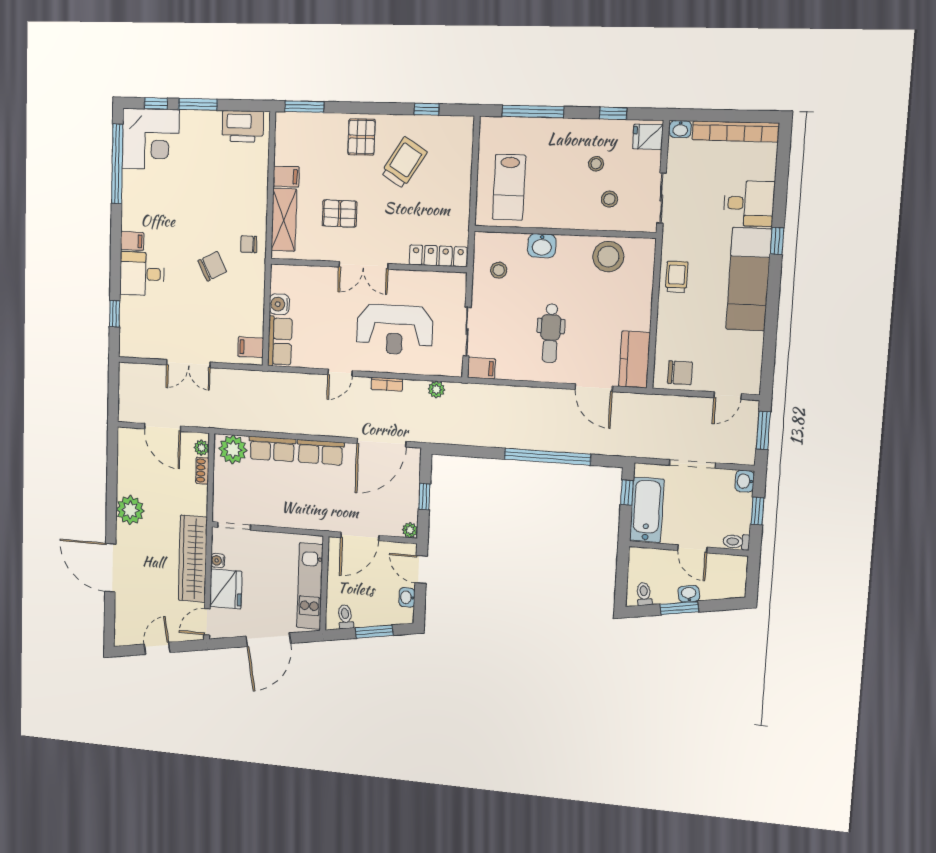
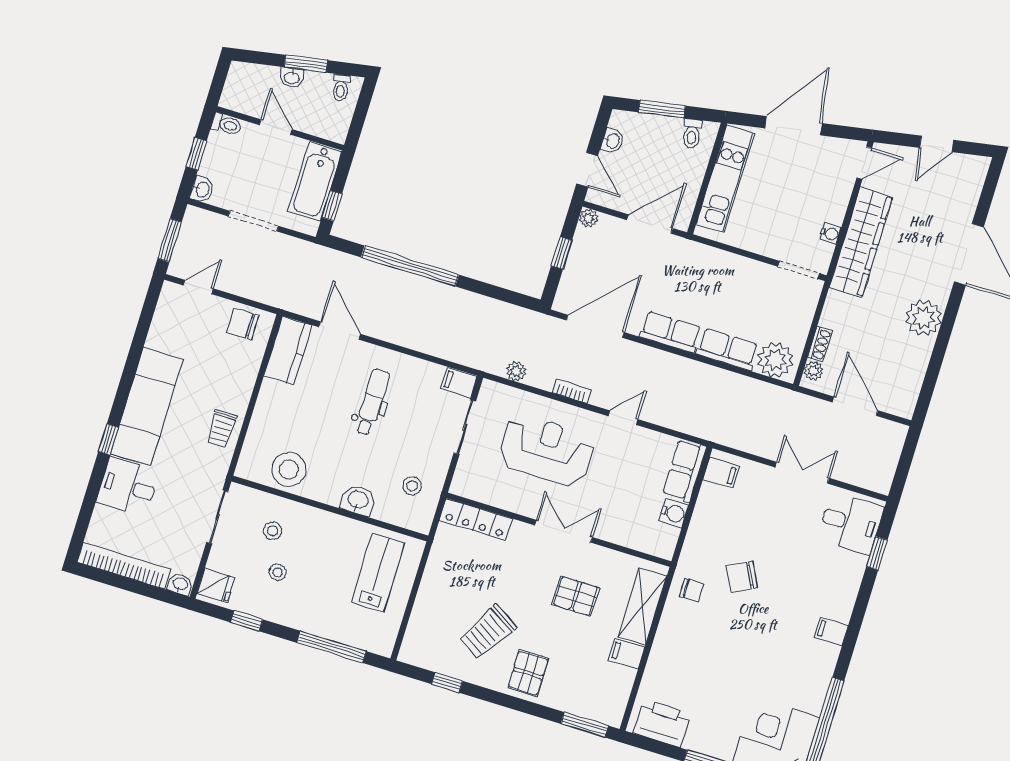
desk: (142, 274) -> (851, 523), moved
fridge: (226, 589) -> (830, 198), removed

